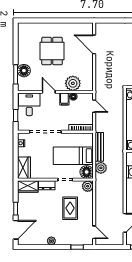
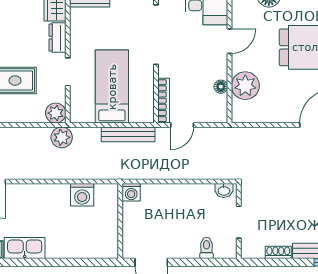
filing cabinet: (64, 99) -> (216, 70), removed
door: (94, 106) -> (182, 125), moved
plant: (101, 168) -> (62, 137), moved
floor lamp: (87, 172) -> (82, 111), removed

